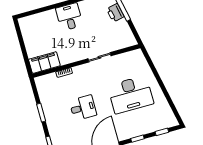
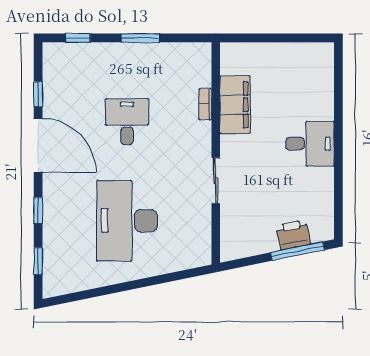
filing cabinet: (44, 63) -> (235, 105), moved
desk: (83, 108) -> (127, 122), turned 180

